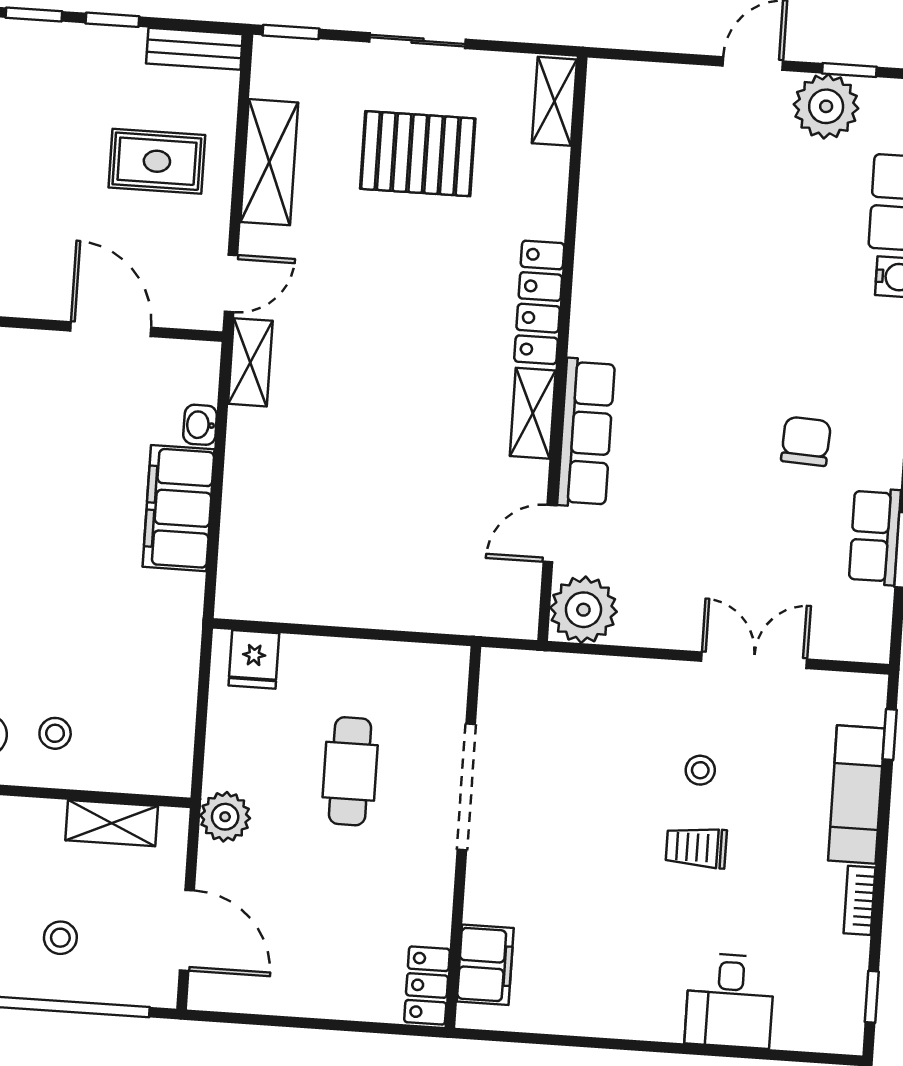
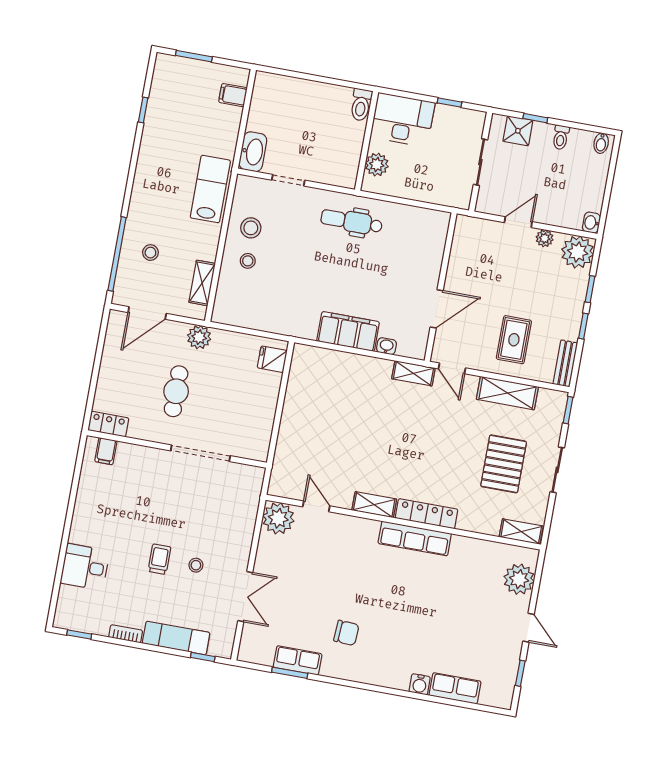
plant: (826, 106) -> (519, 579), moved
row of seats: (586, 433) -> (415, 538), moved
cafe table: (350, 771) -> (176, 391), moved, turned 90
filing cabinet: (485, 965) -> (106, 451), width x0.50

